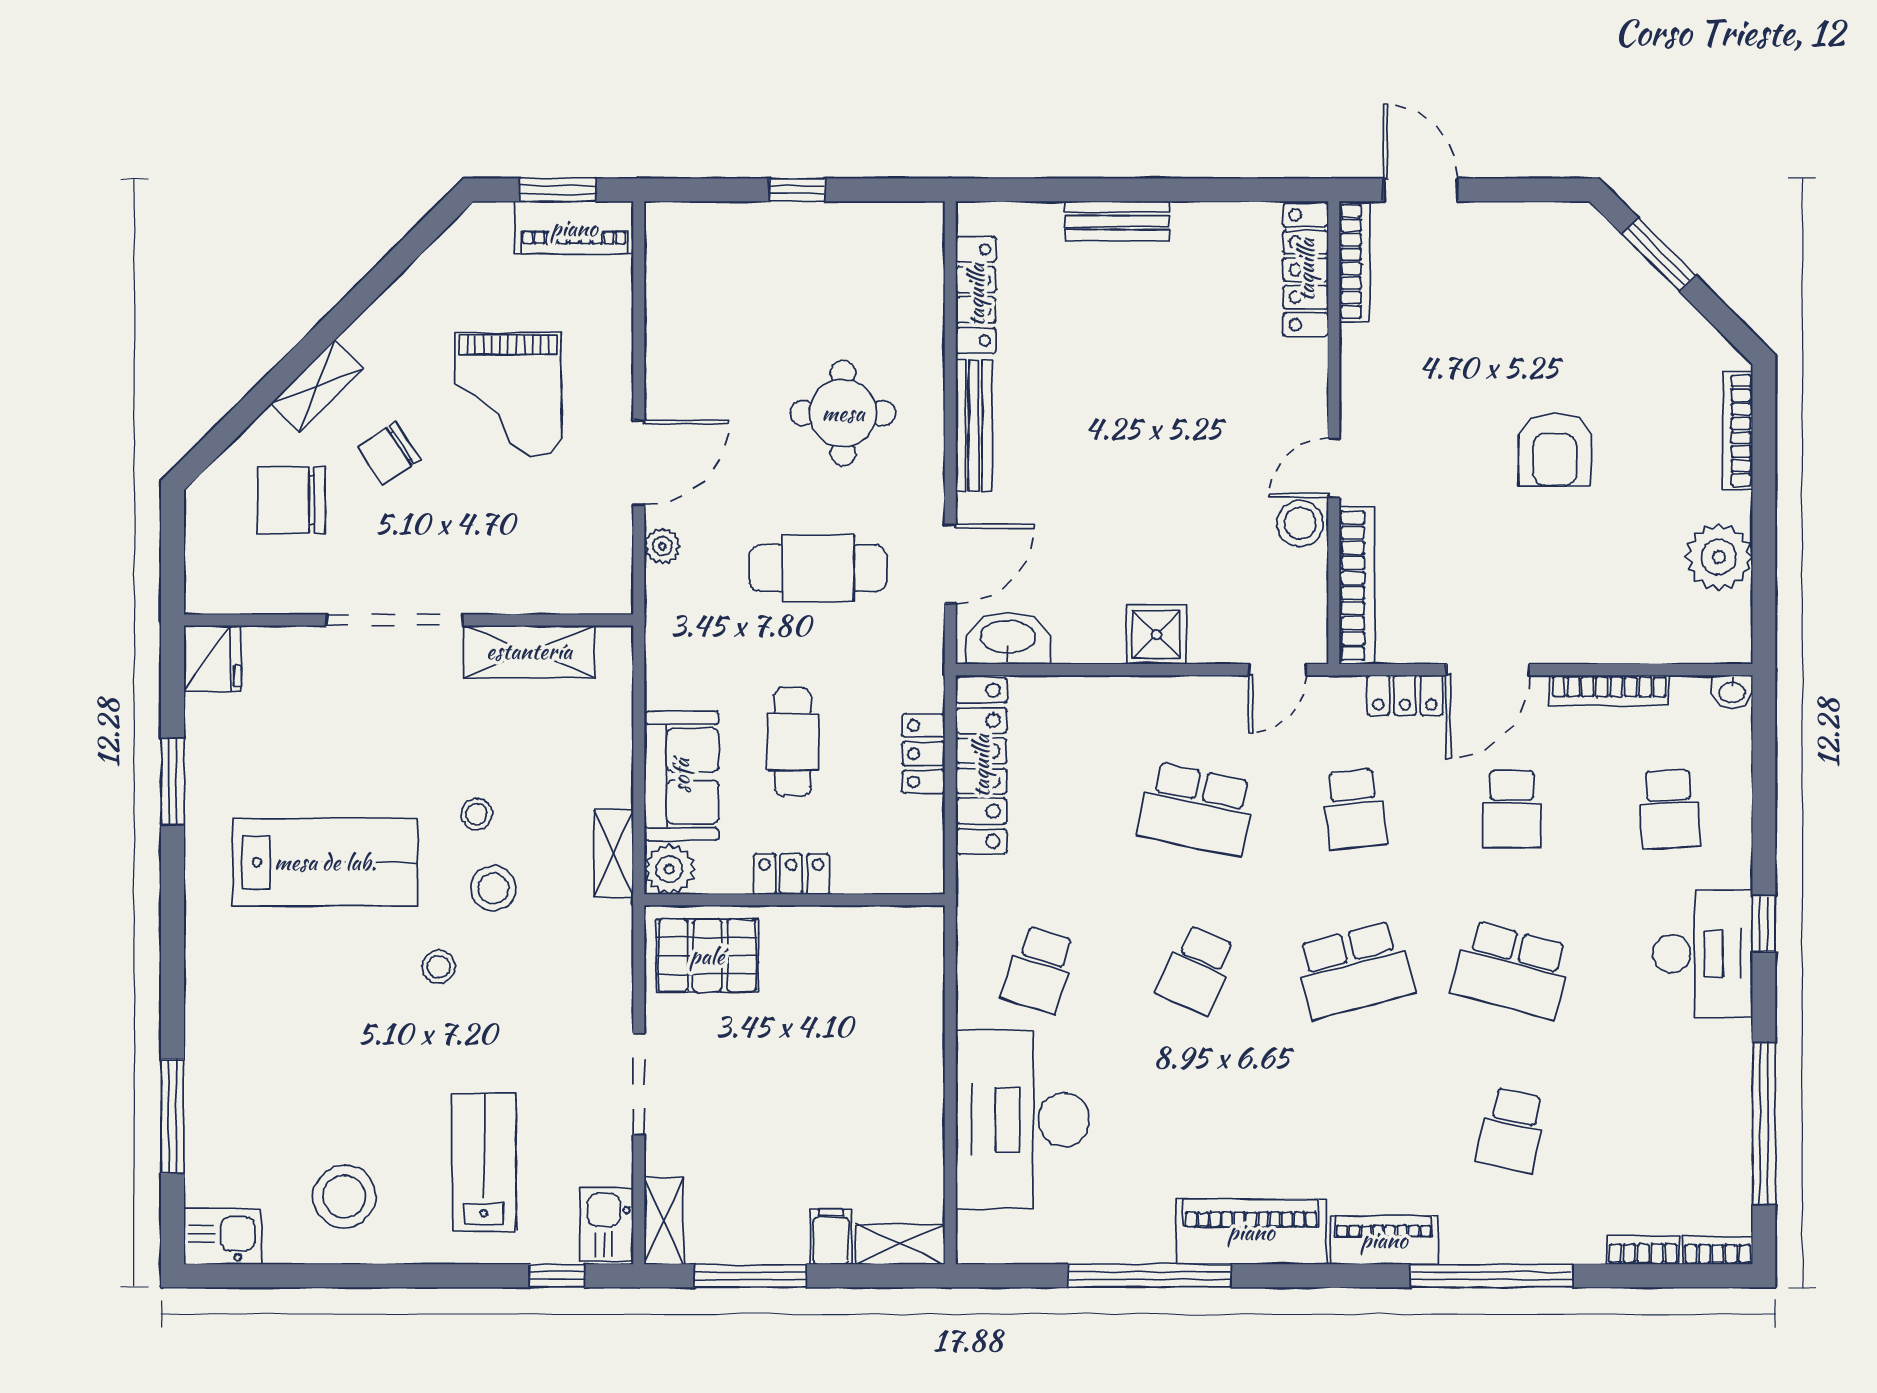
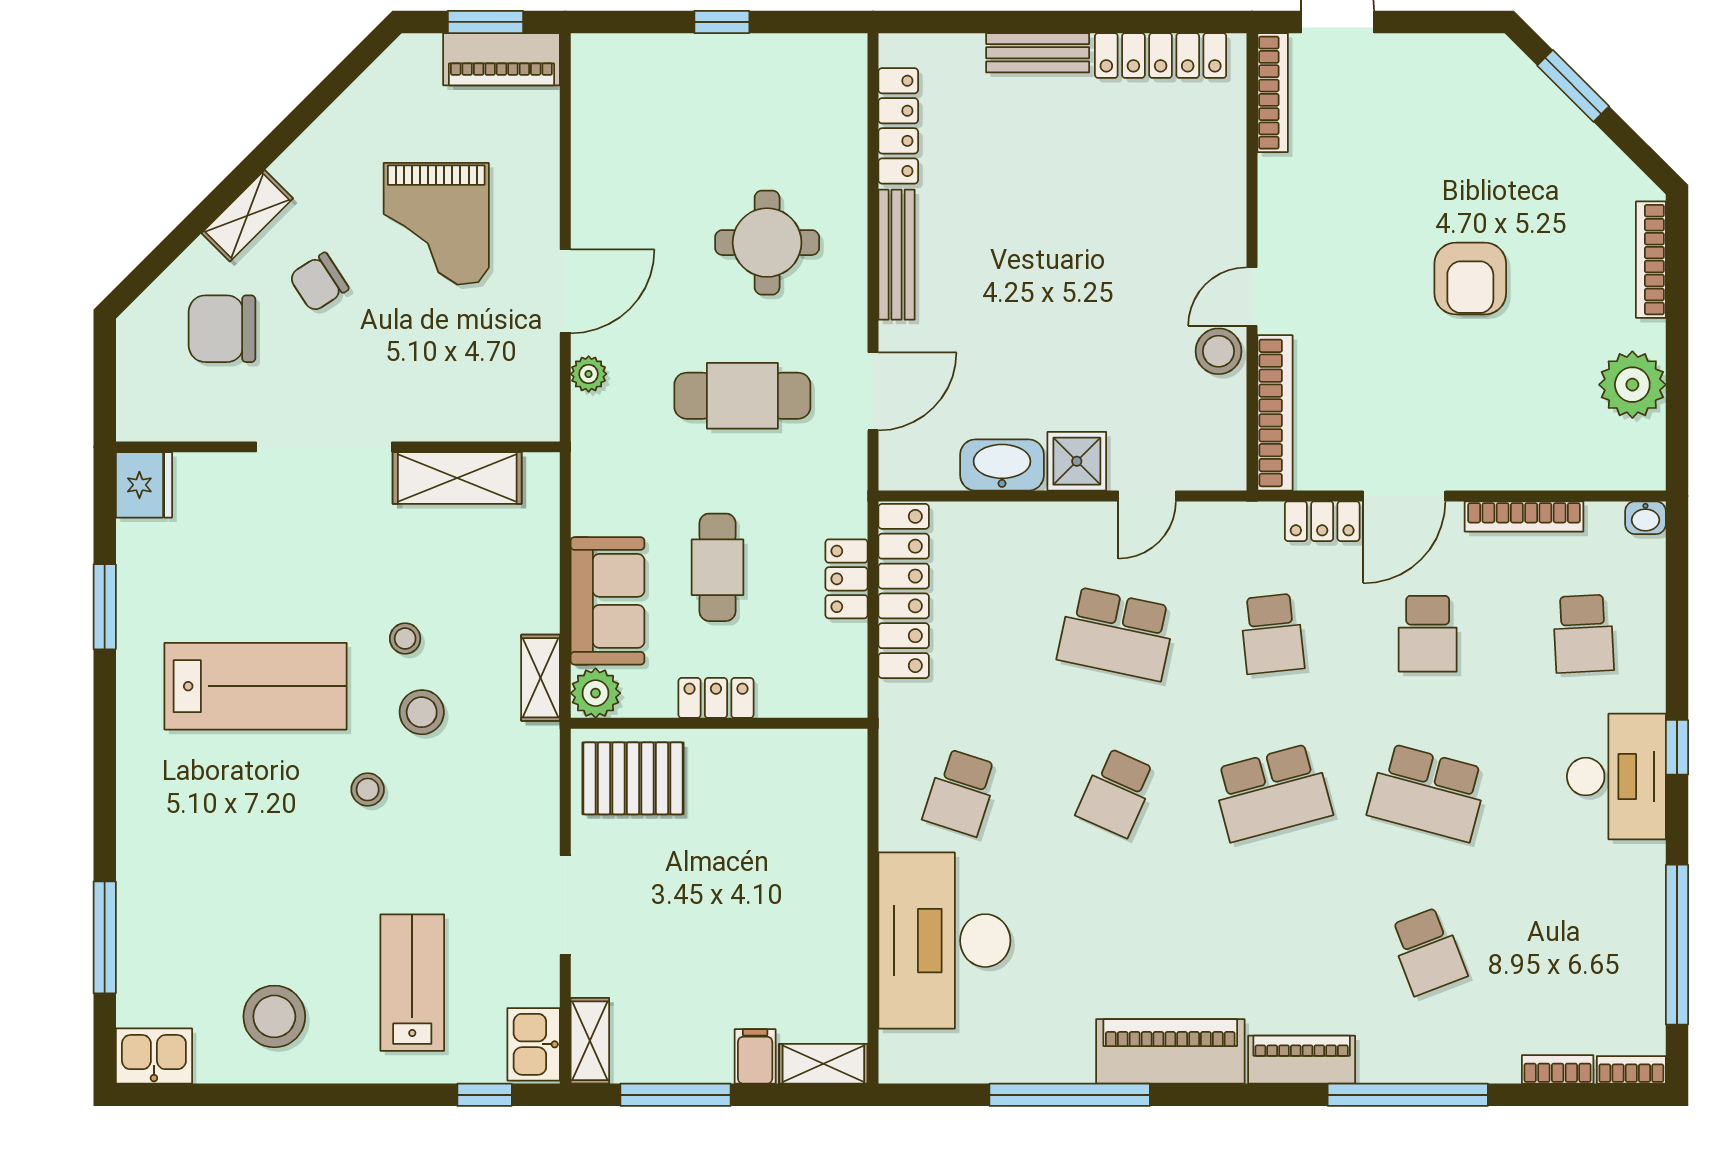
locker: (1306, 270) -> (1161, 56), moved, turned -90
washbasin: (1008, 638) -> (1002, 465), moved
door: (1277, 670) -> (1147, 496), moved
school desk: (1512, 1130) -> (1428, 951), turned -33

